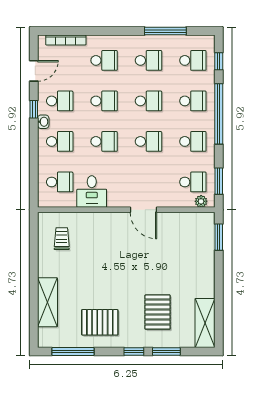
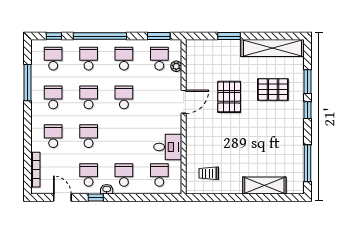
school desk: (104, 141) -> (124, 136), removed
plant: (201, 201) -> (176, 66), moved
window: (219, 237) -> (229, 36), moved
pallet: (100, 322) -> (229, 97), moved
shelving: (205, 323) -> (272, 48), width x1.47

